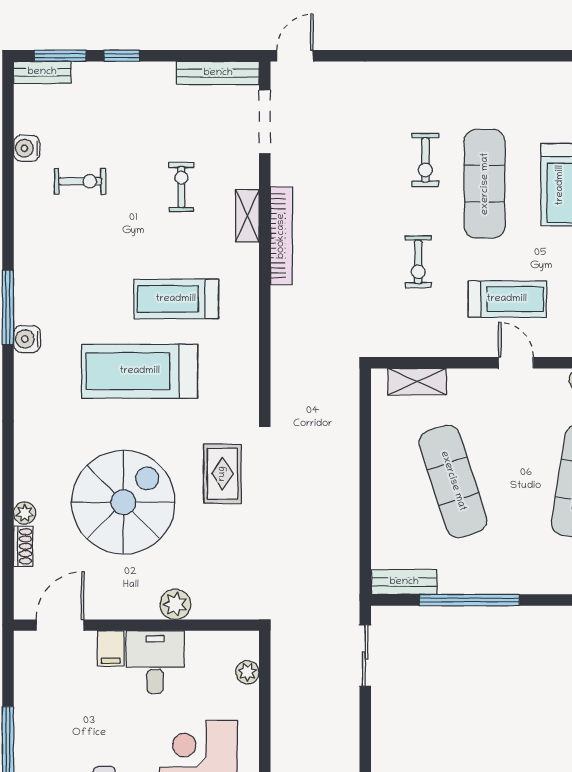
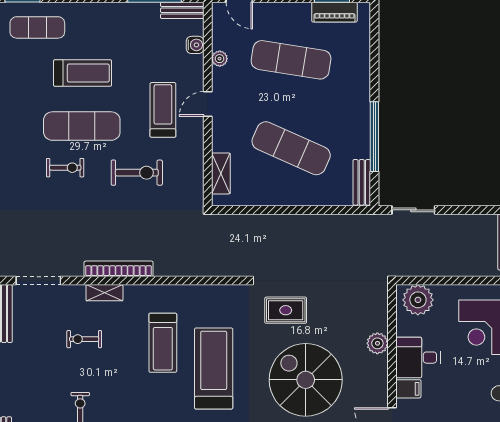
exercise bike: (418, 262) -> (137, 173), width x1.38, depth x1.39
treadmill: (140, 371) -> (214, 369), turned 180
exercise mat: (453, 481) -> (291, 148), turned 42
plant: (247, 672) -> (418, 300), width x1.88, depth x1.88

